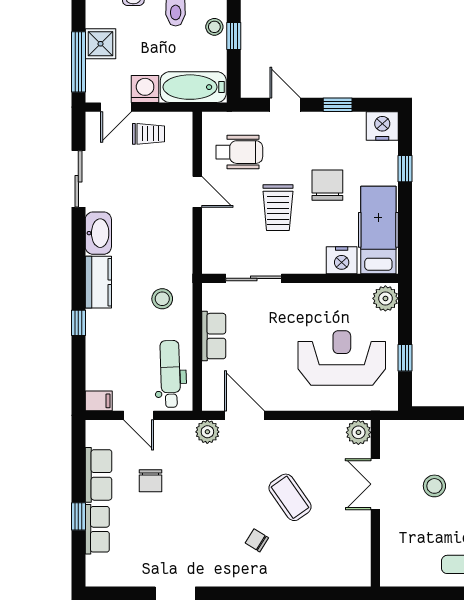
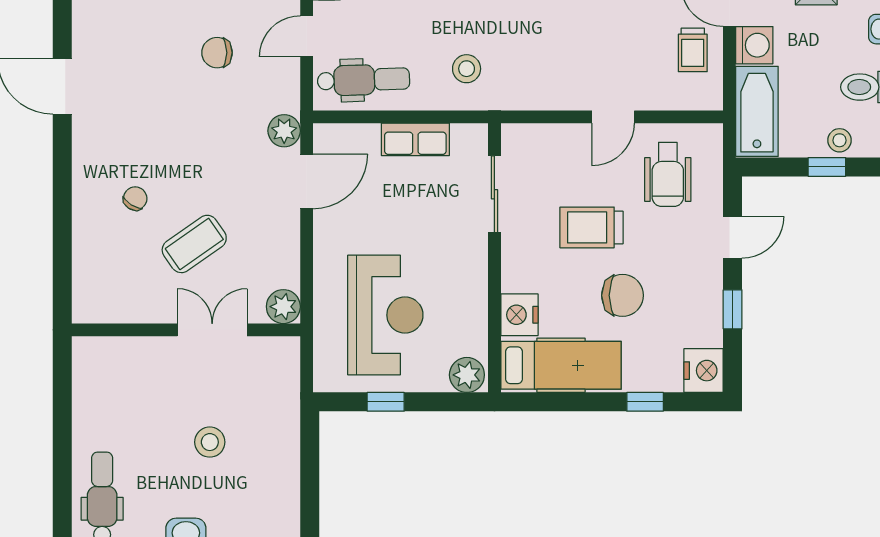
plant: (358, 432) -> (283, 307), moved
double door: (375, 484) -> (212, 330), moved
wall: (375, 503) -> (186, 330), moved

